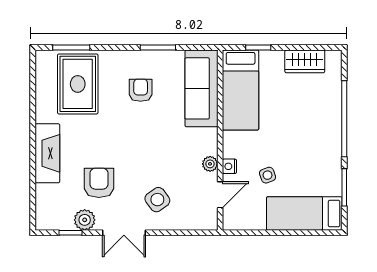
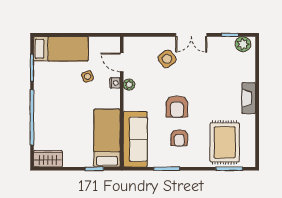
wardrobe: (305, 61) -> (48, 159), moved
fireplace: (47, 153) -> (249, 98), width x0.73, depth x0.76
armchair: (99, 183) -> (177, 107), moved
door: (220, 195) -> (122, 62), hinge flipped
plant: (85, 220) -> (243, 44), moved
double door: (124, 233) -> (191, 35), swing flipped

